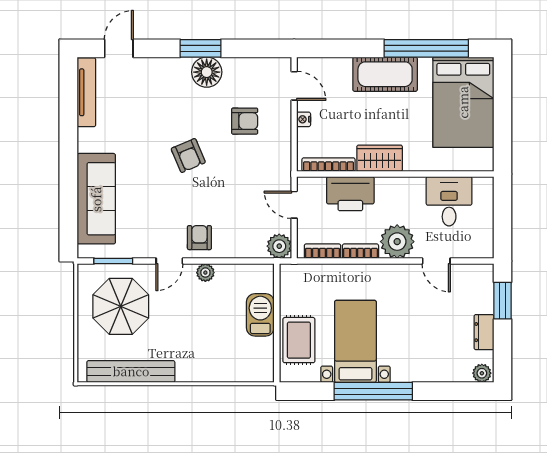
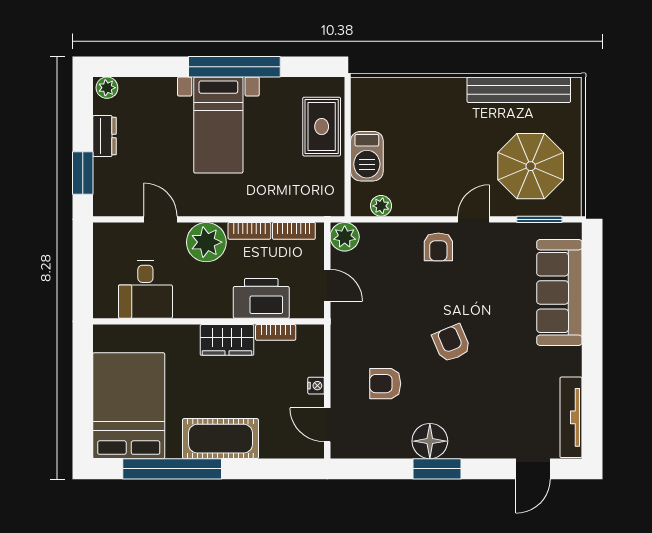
bookcase: (329, 165) -> (276, 332), width x0.64
plant: (205, 273) -> (381, 206), moved
bed with nightstands: (355, 341) -> (218, 125), moved

